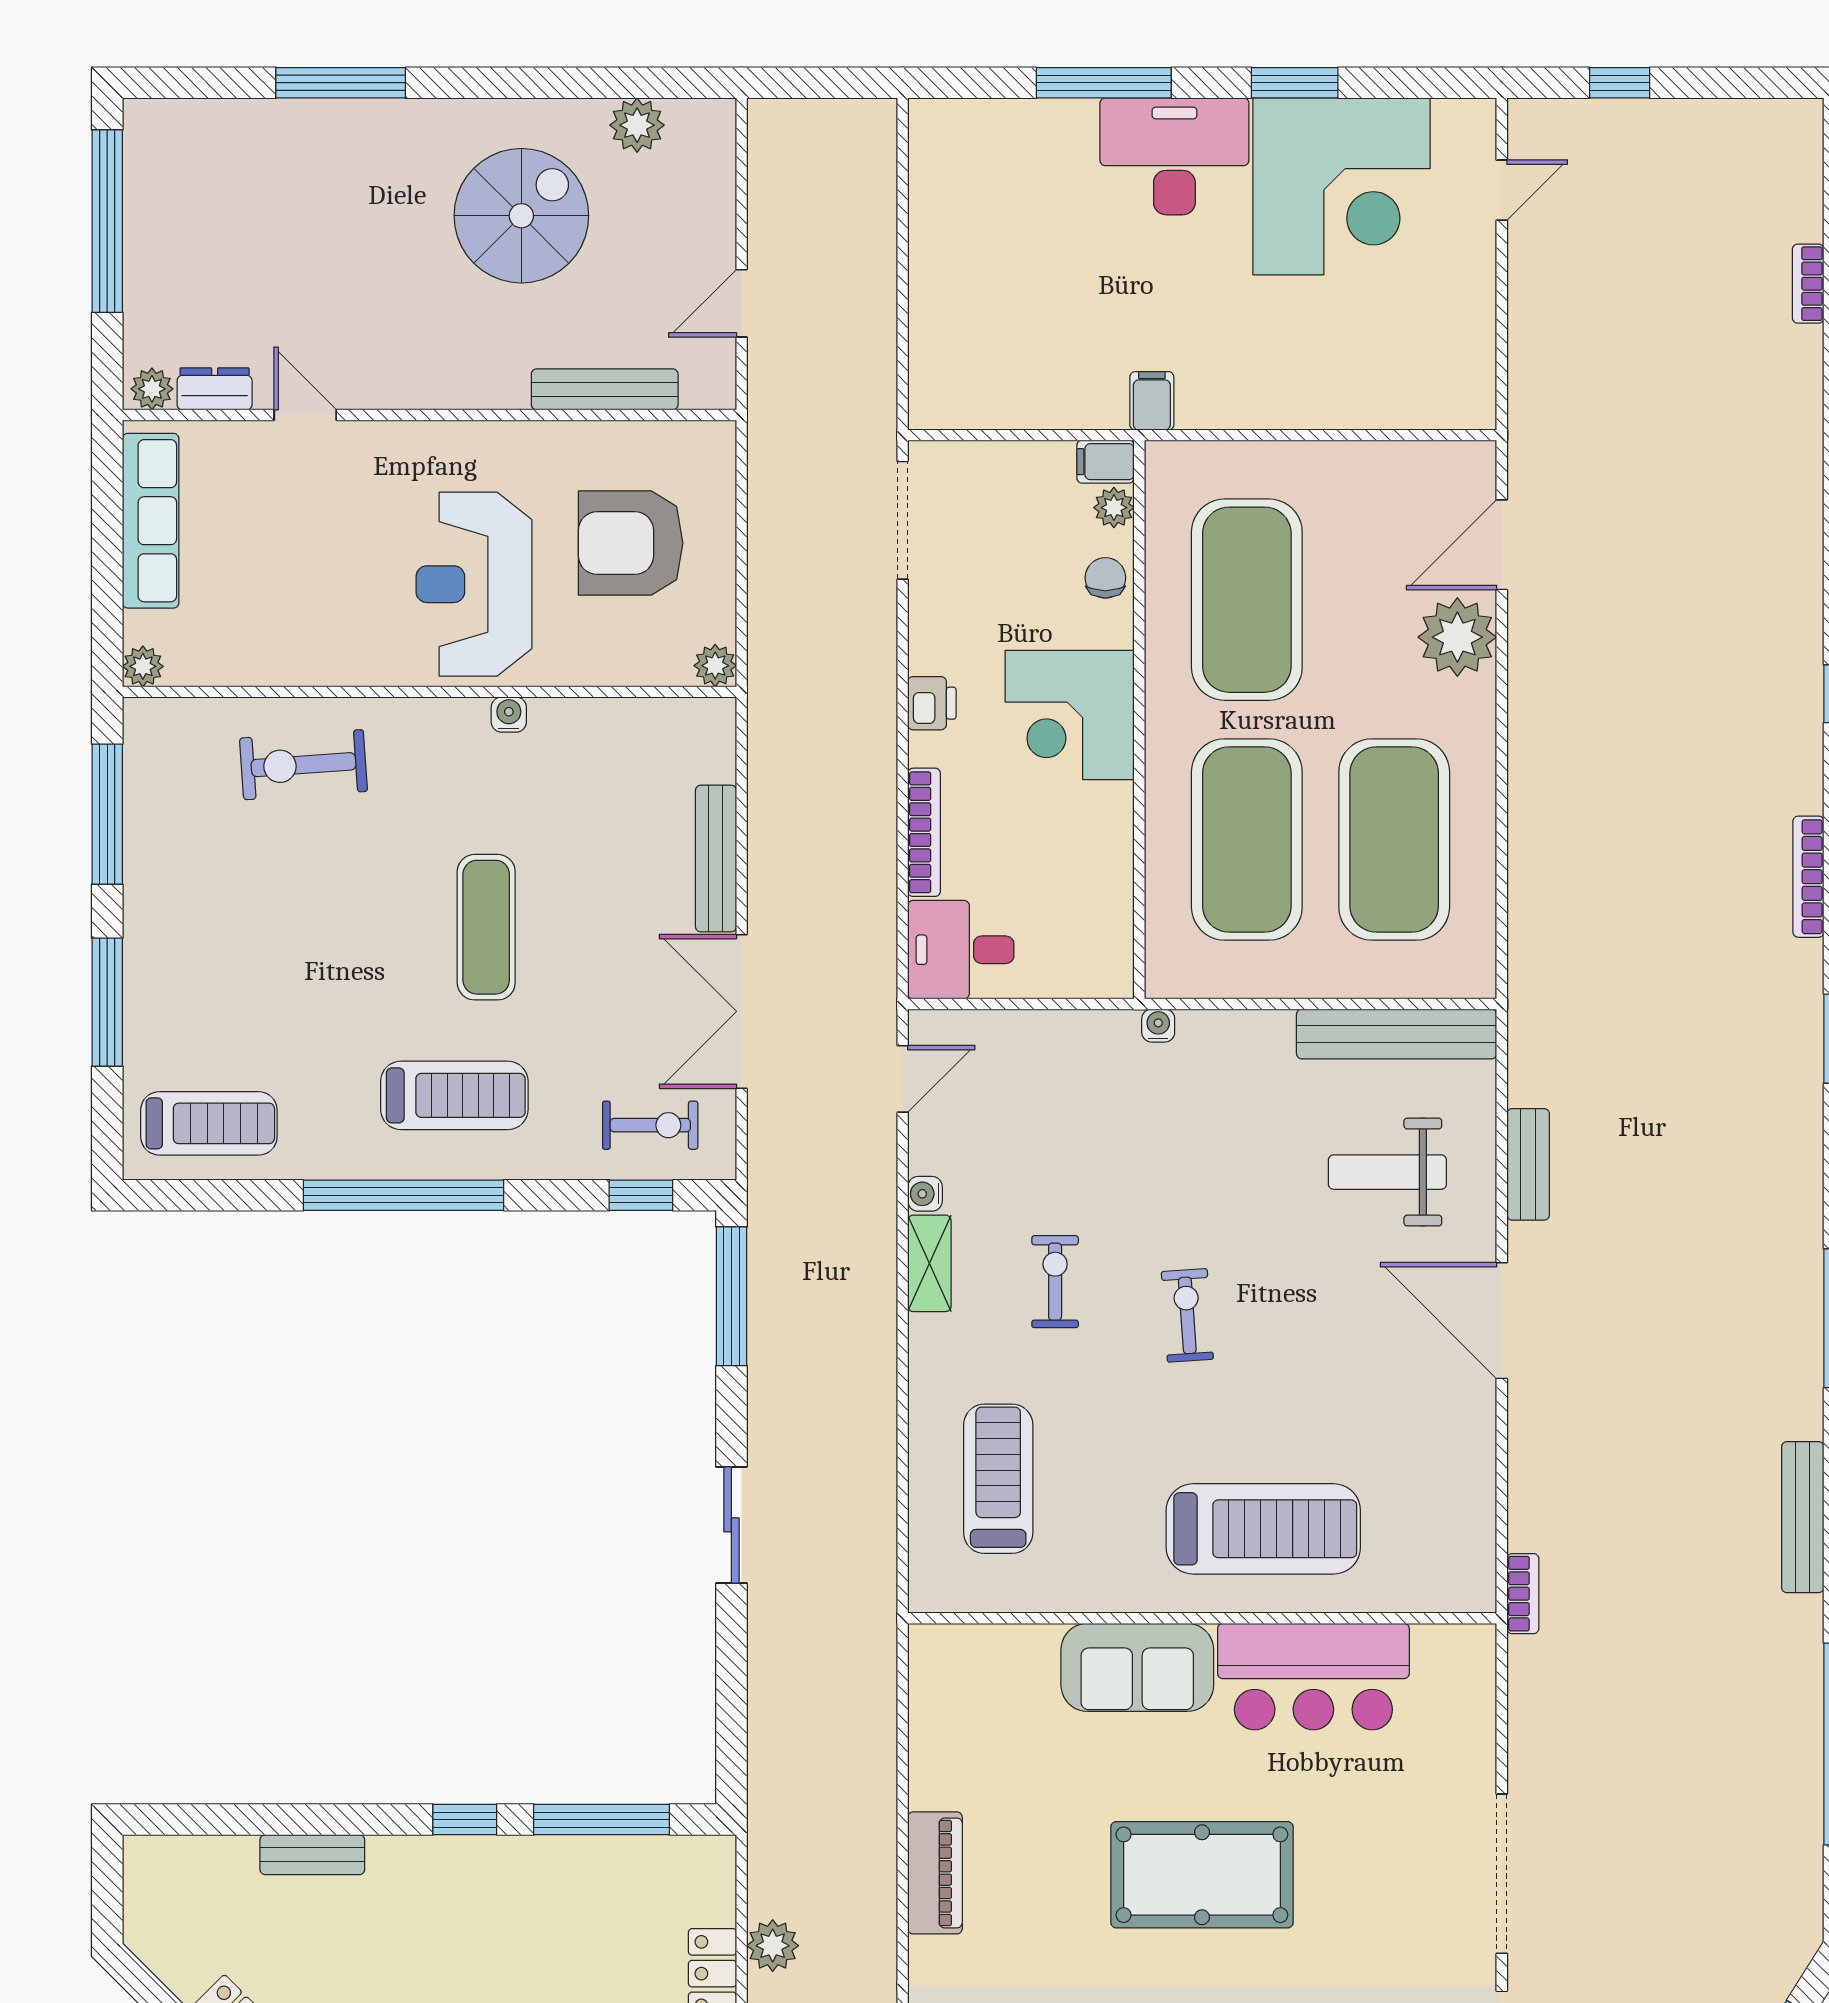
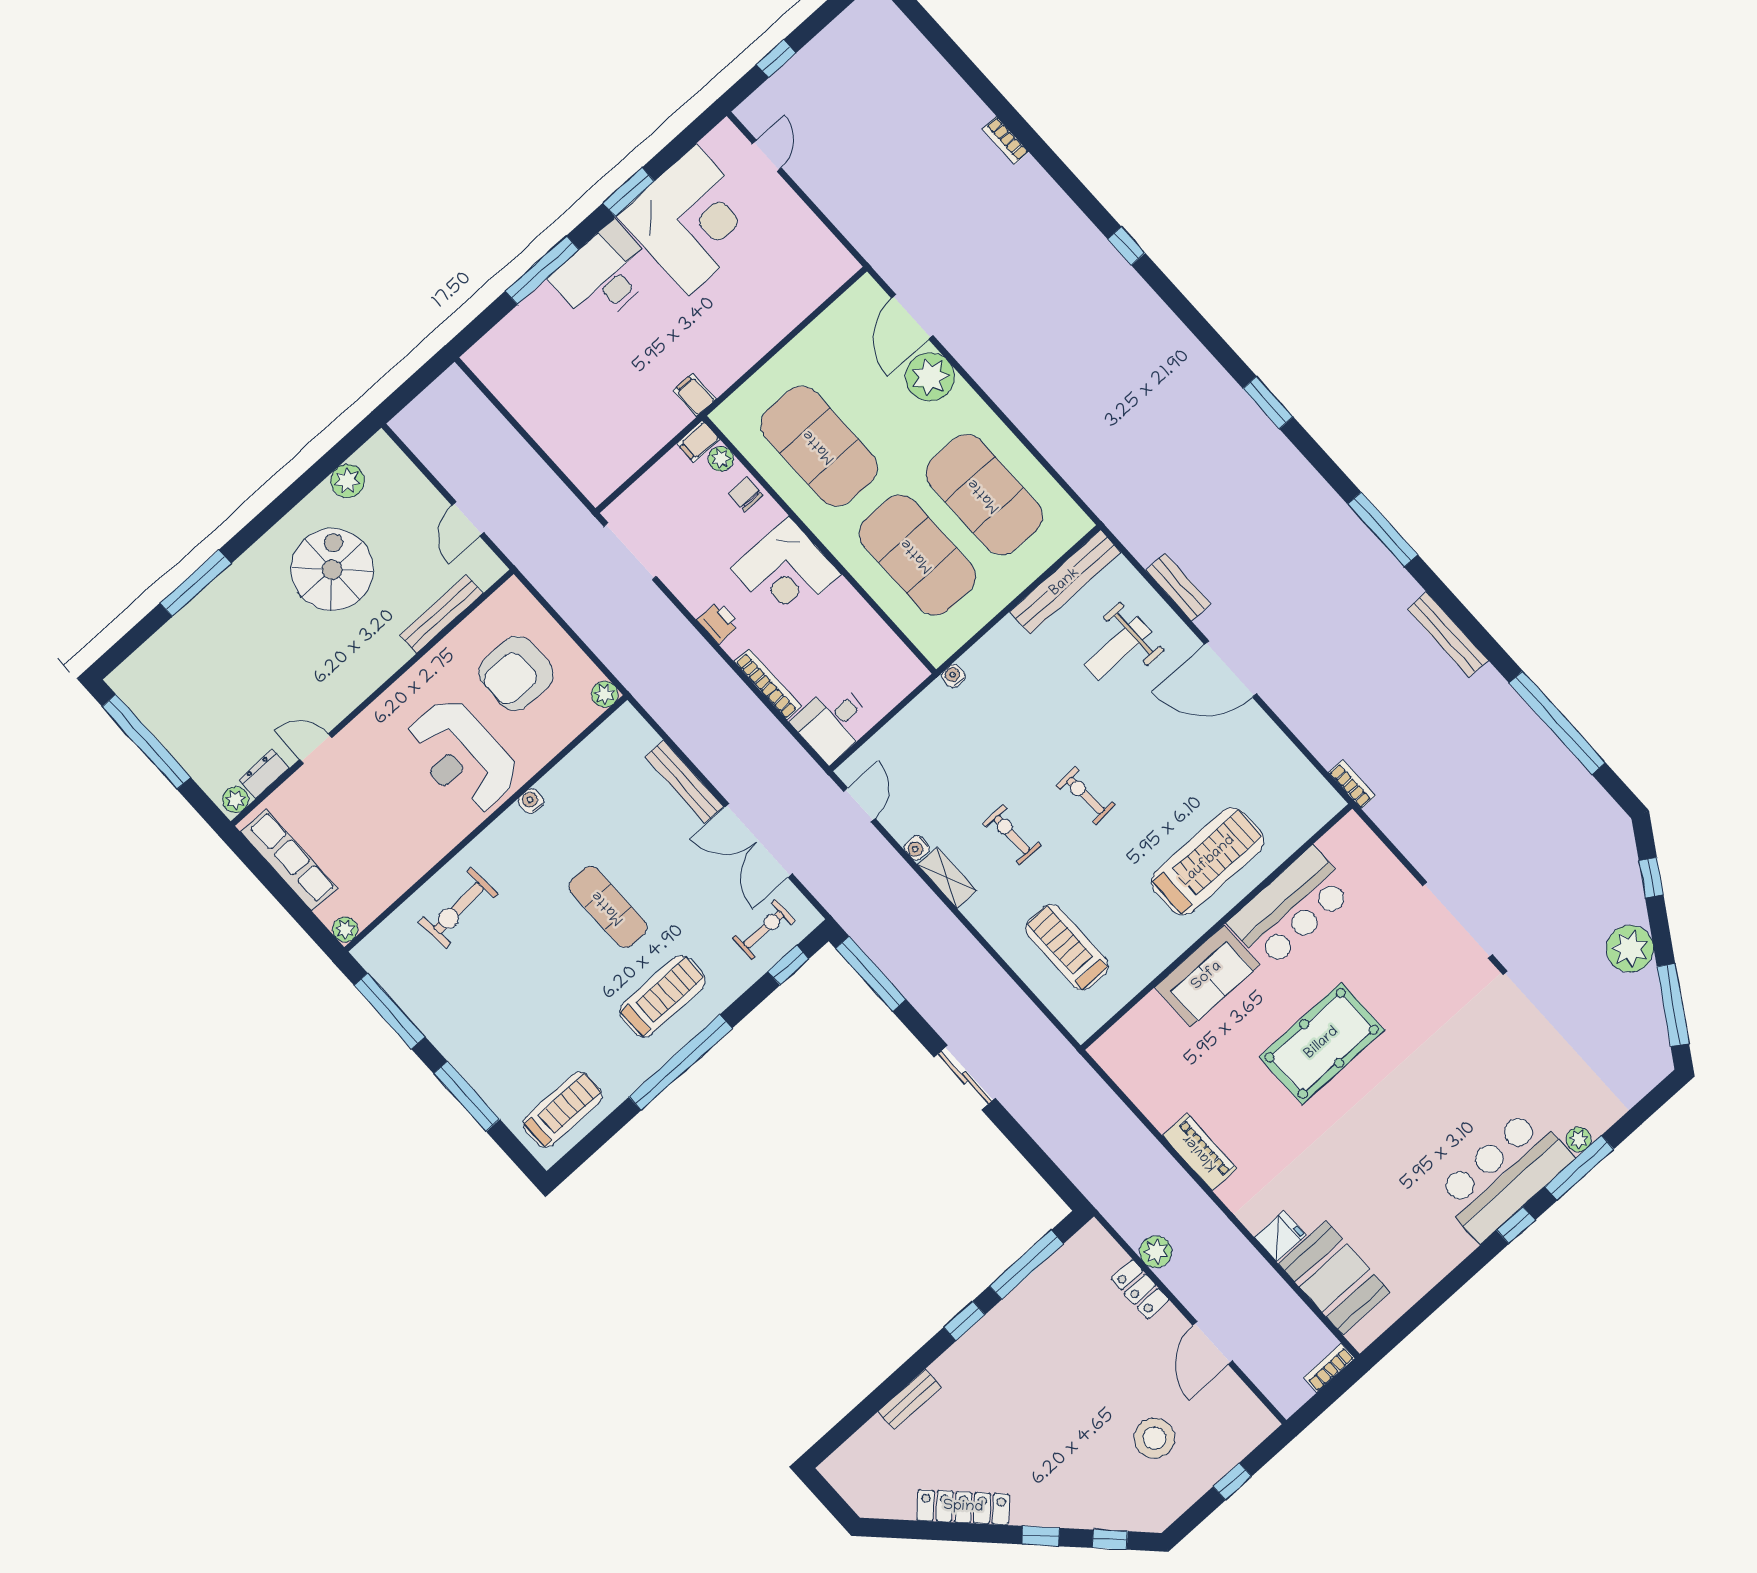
bookcase: (1808, 284) -> (1006, 140), moved
bookcase: (1808, 877) -> (1188, 342), removed

